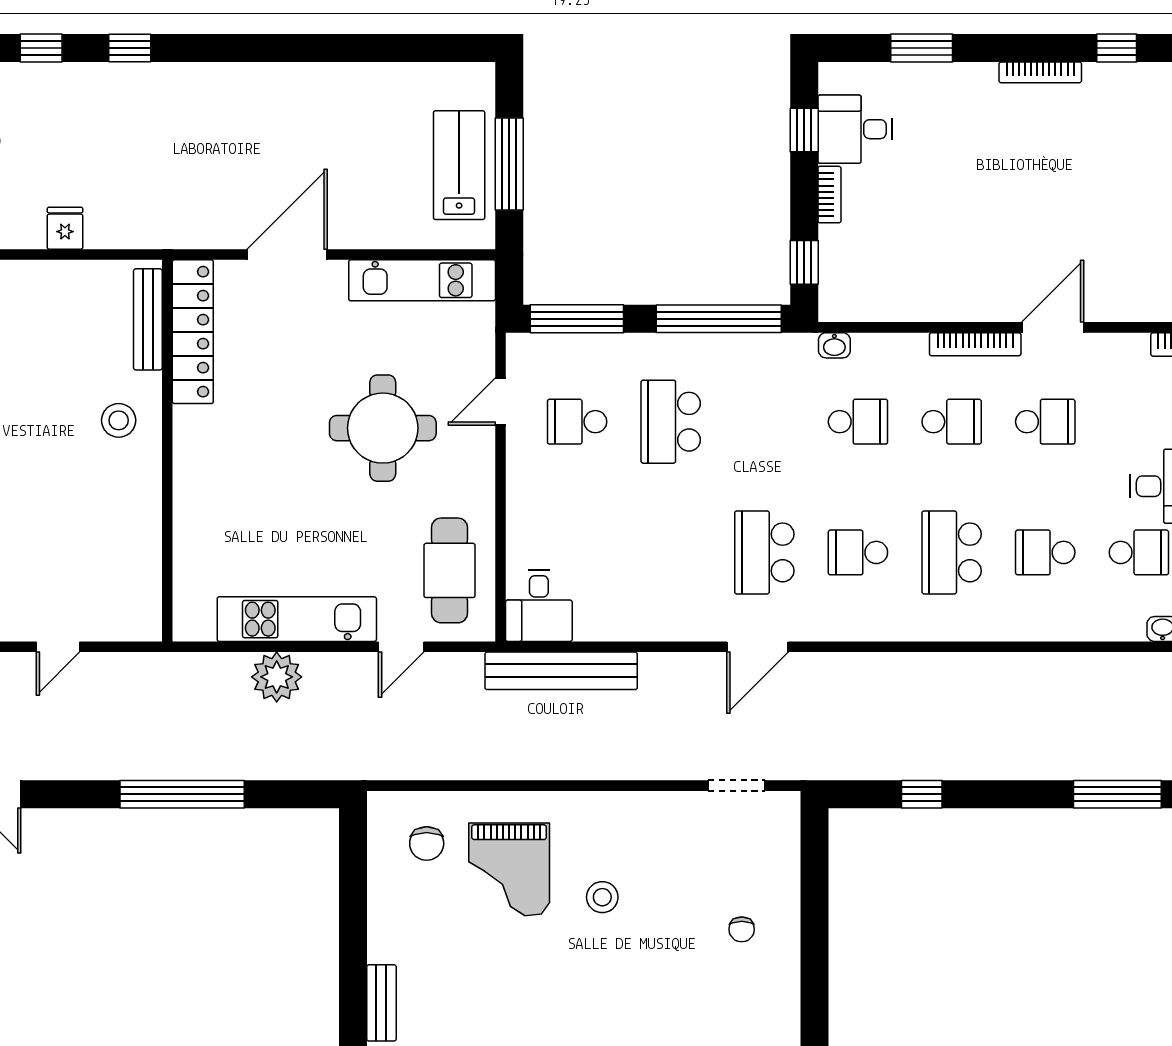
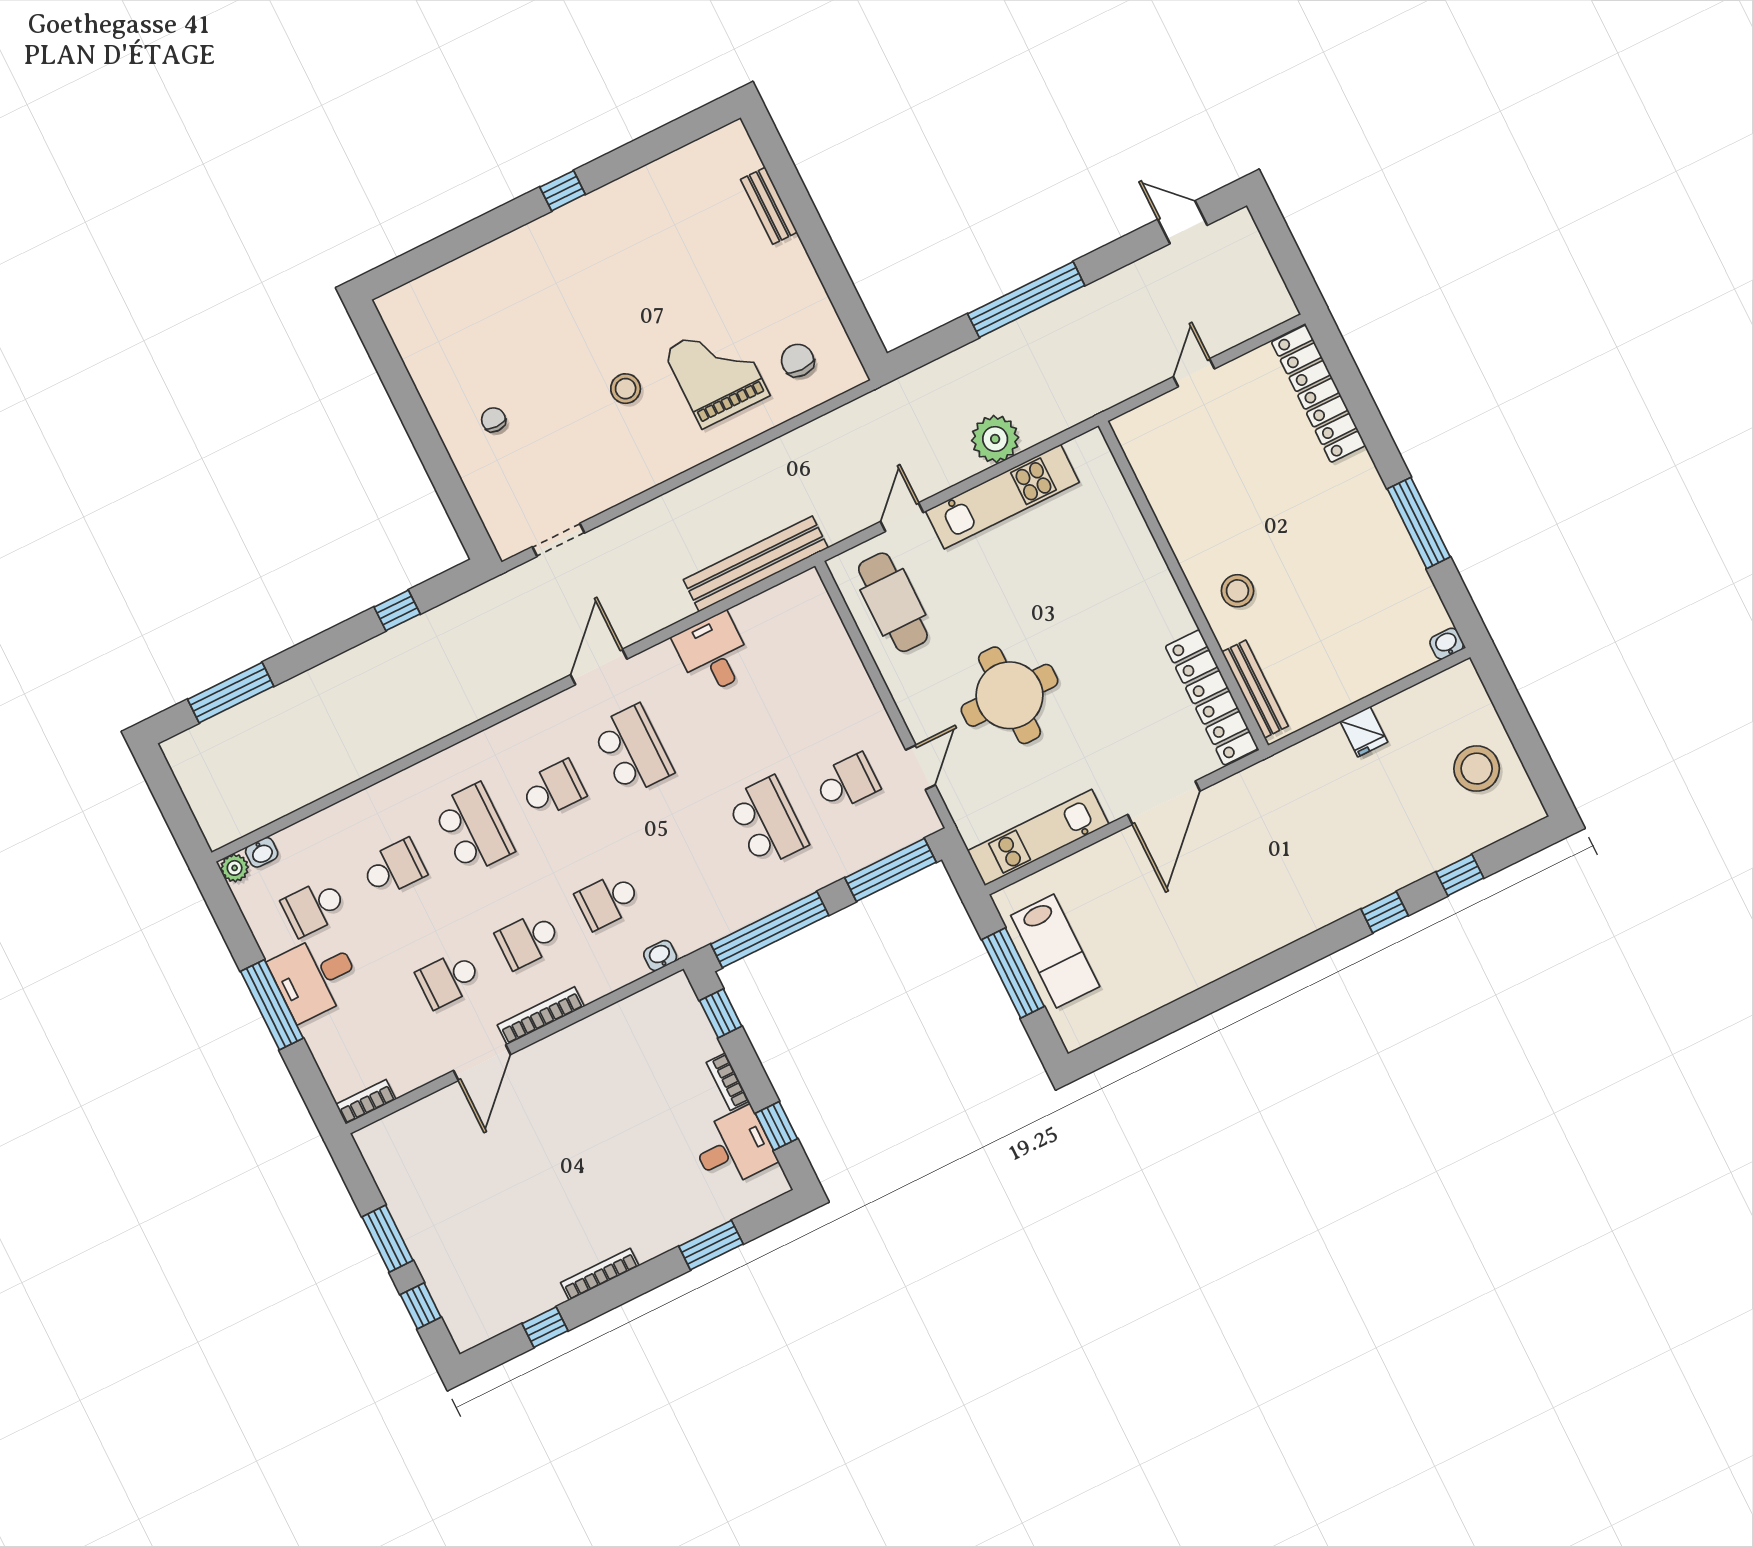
desk: (539, 606) -> (713, 654), moved

